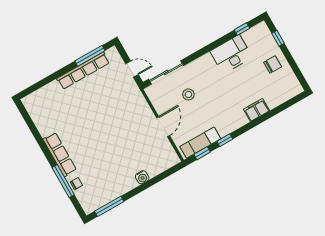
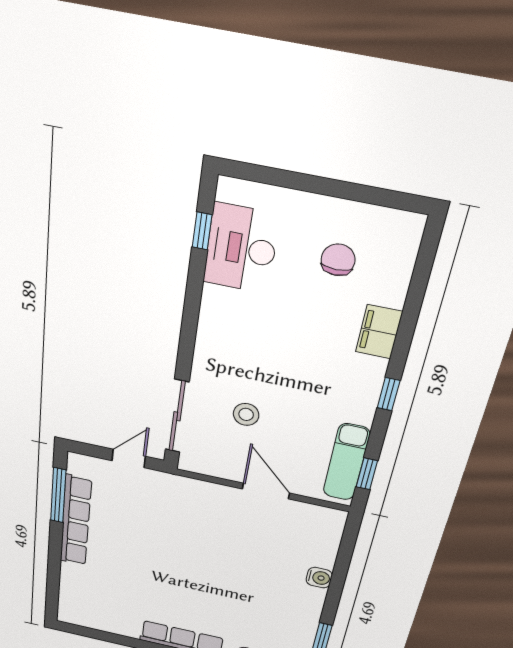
window: (278, 38) -> (278, 177), removed
desk: (231, 54) -> (241, 249), moved
chair: (273, 64) -> (338, 260), moved
window: (225, 140) -> (389, 394), moved

